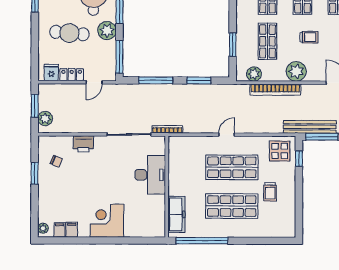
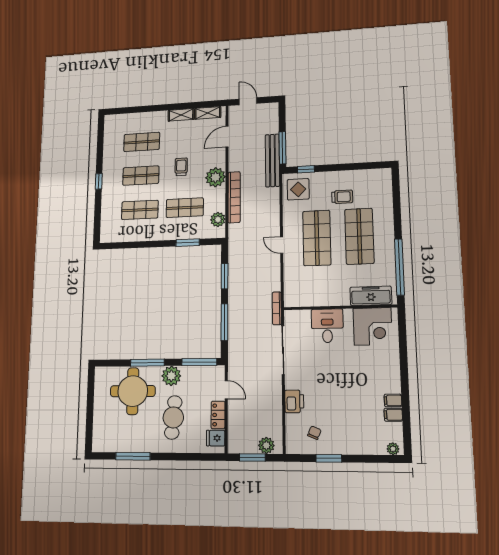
desk: (150, 175) -> (327, 326), width x0.73
corner desk: (107, 221) -> (373, 326), moved, turned -90
filing cabinet: (60, 230) -> (393, 400), moved

